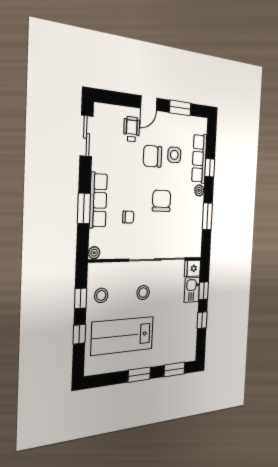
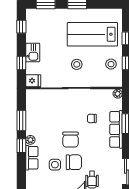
row of seats: (199, 159) -> (32, 158), width x0.68
window: (210, 168) -> (21, 146), moved
chair: (162, 201) -> (70, 140), moved
kitchen sink: (192, 290) -> (33, 52), moved
window: (202, 320) -> (21, 27), moved
lab bench: (123, 336) -> (92, 34), turned 180

